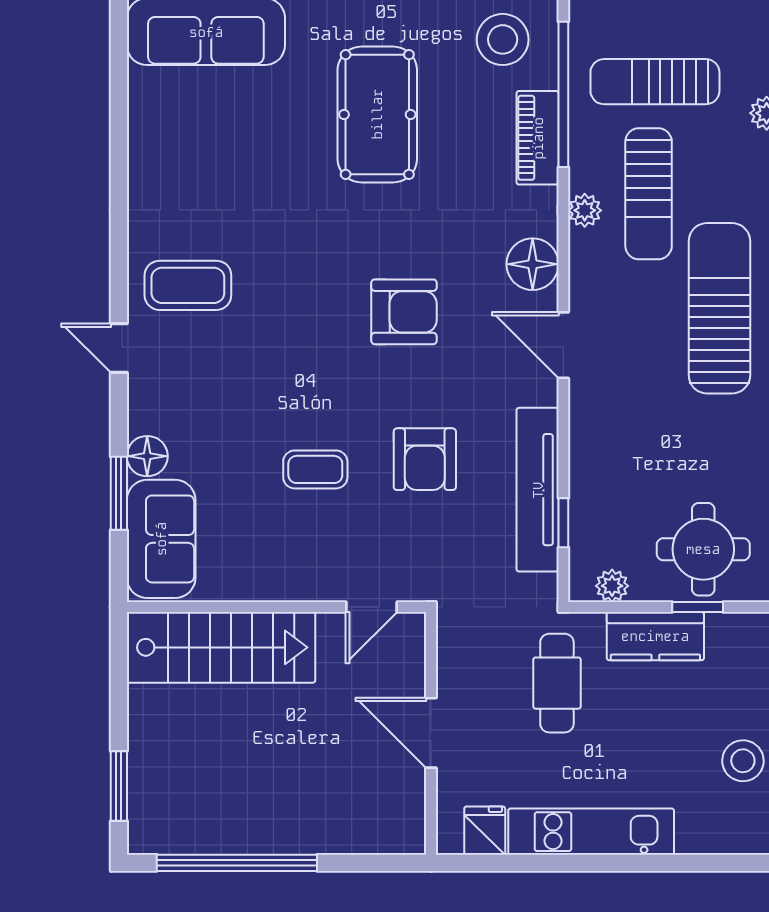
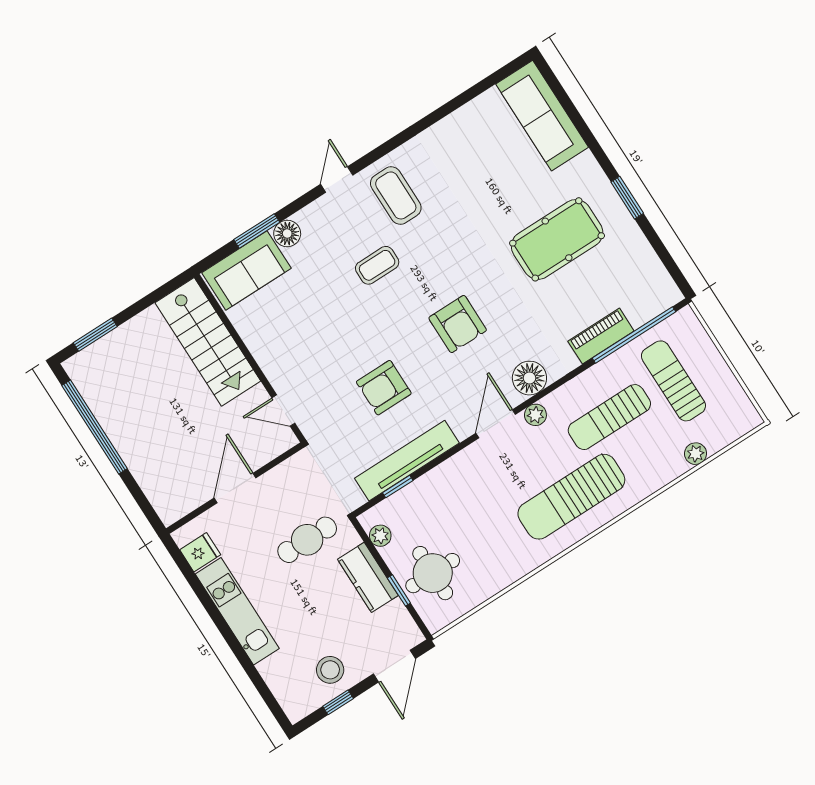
stool: (503, 39) -> (643, 282), removed
plant: (585, 210) -> (535, 415), moved
sun lounger: (719, 308) -> (571, 497), turned 180
coffee table: (315, 469) -> (377, 265), moved, turned 90

